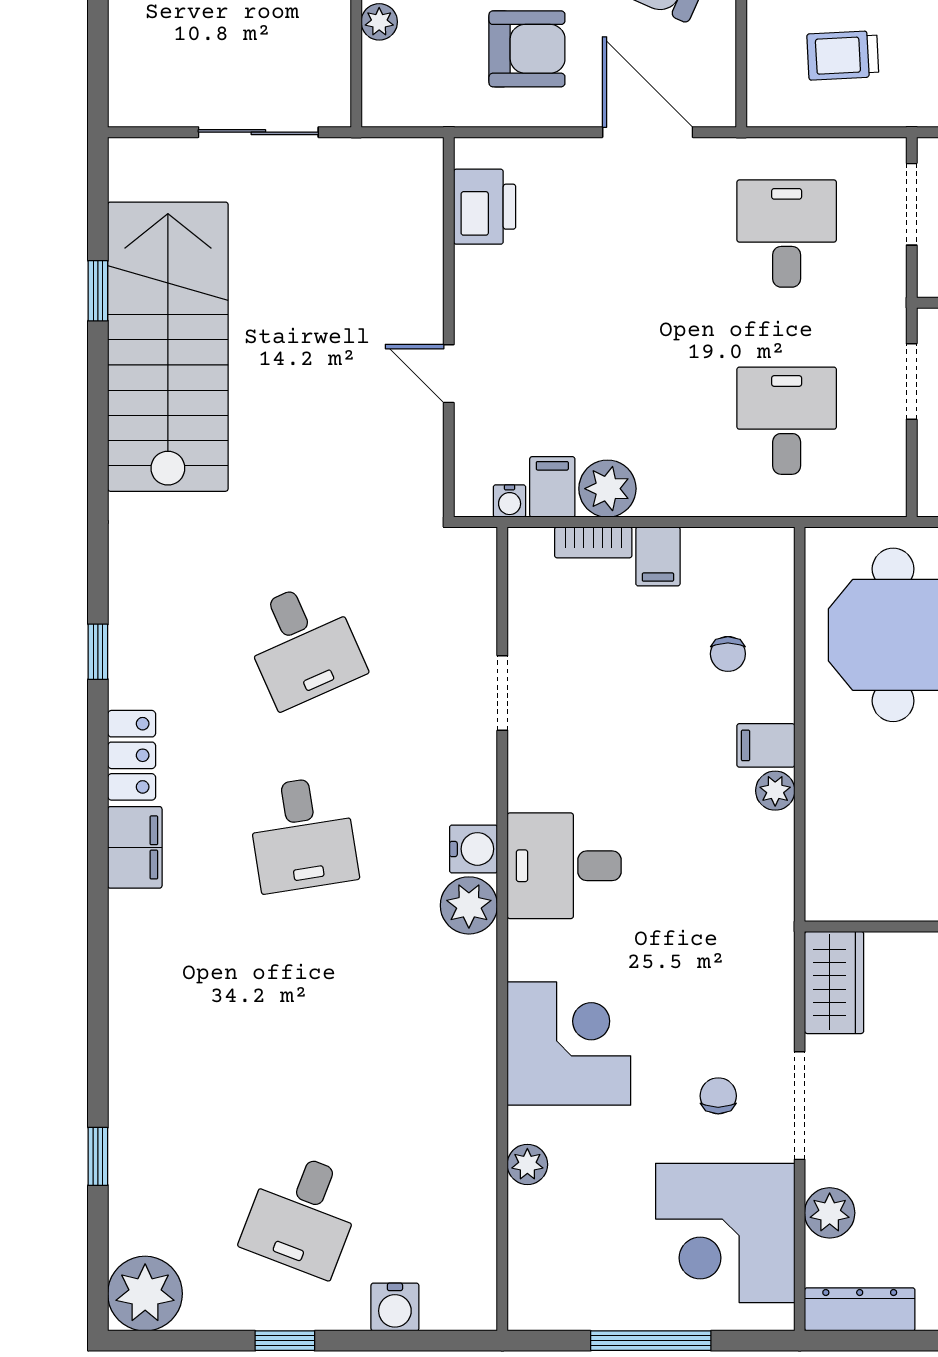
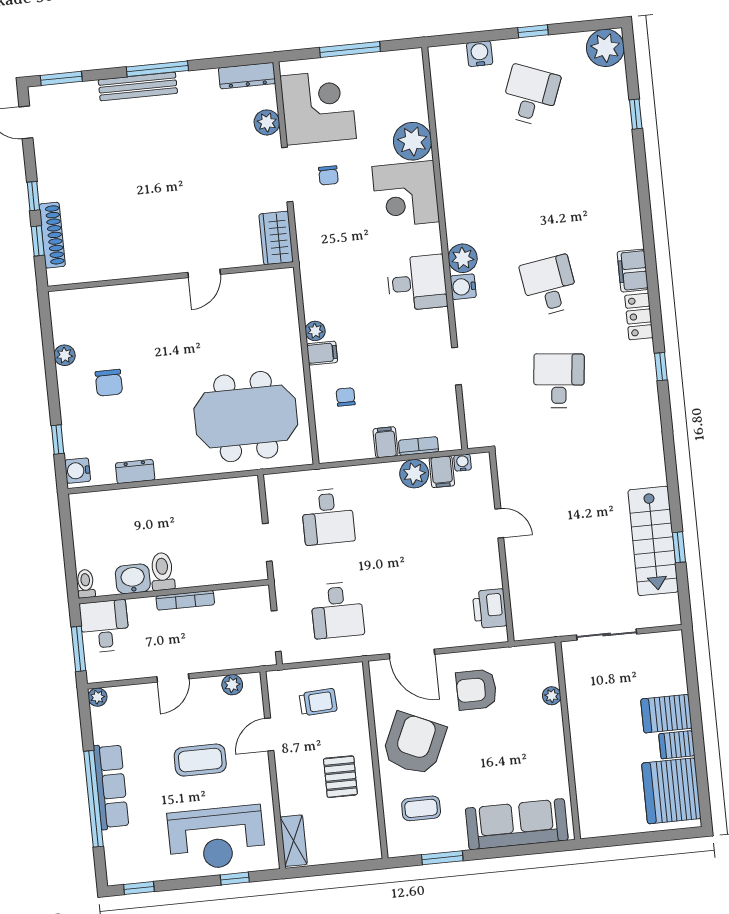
stairs: (168, 347) -> (653, 541), width x0.73, depth x0.66
desk: (303, 644) -> (559, 381), turned 30
plant: (527, 1164) -> (413, 141), width x1.87, depth x1.87

